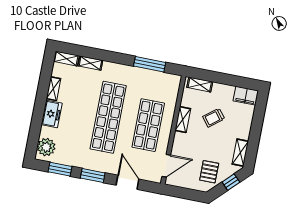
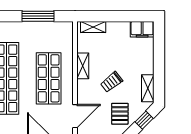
trolley: (214, 118) -> (112, 82), moved

